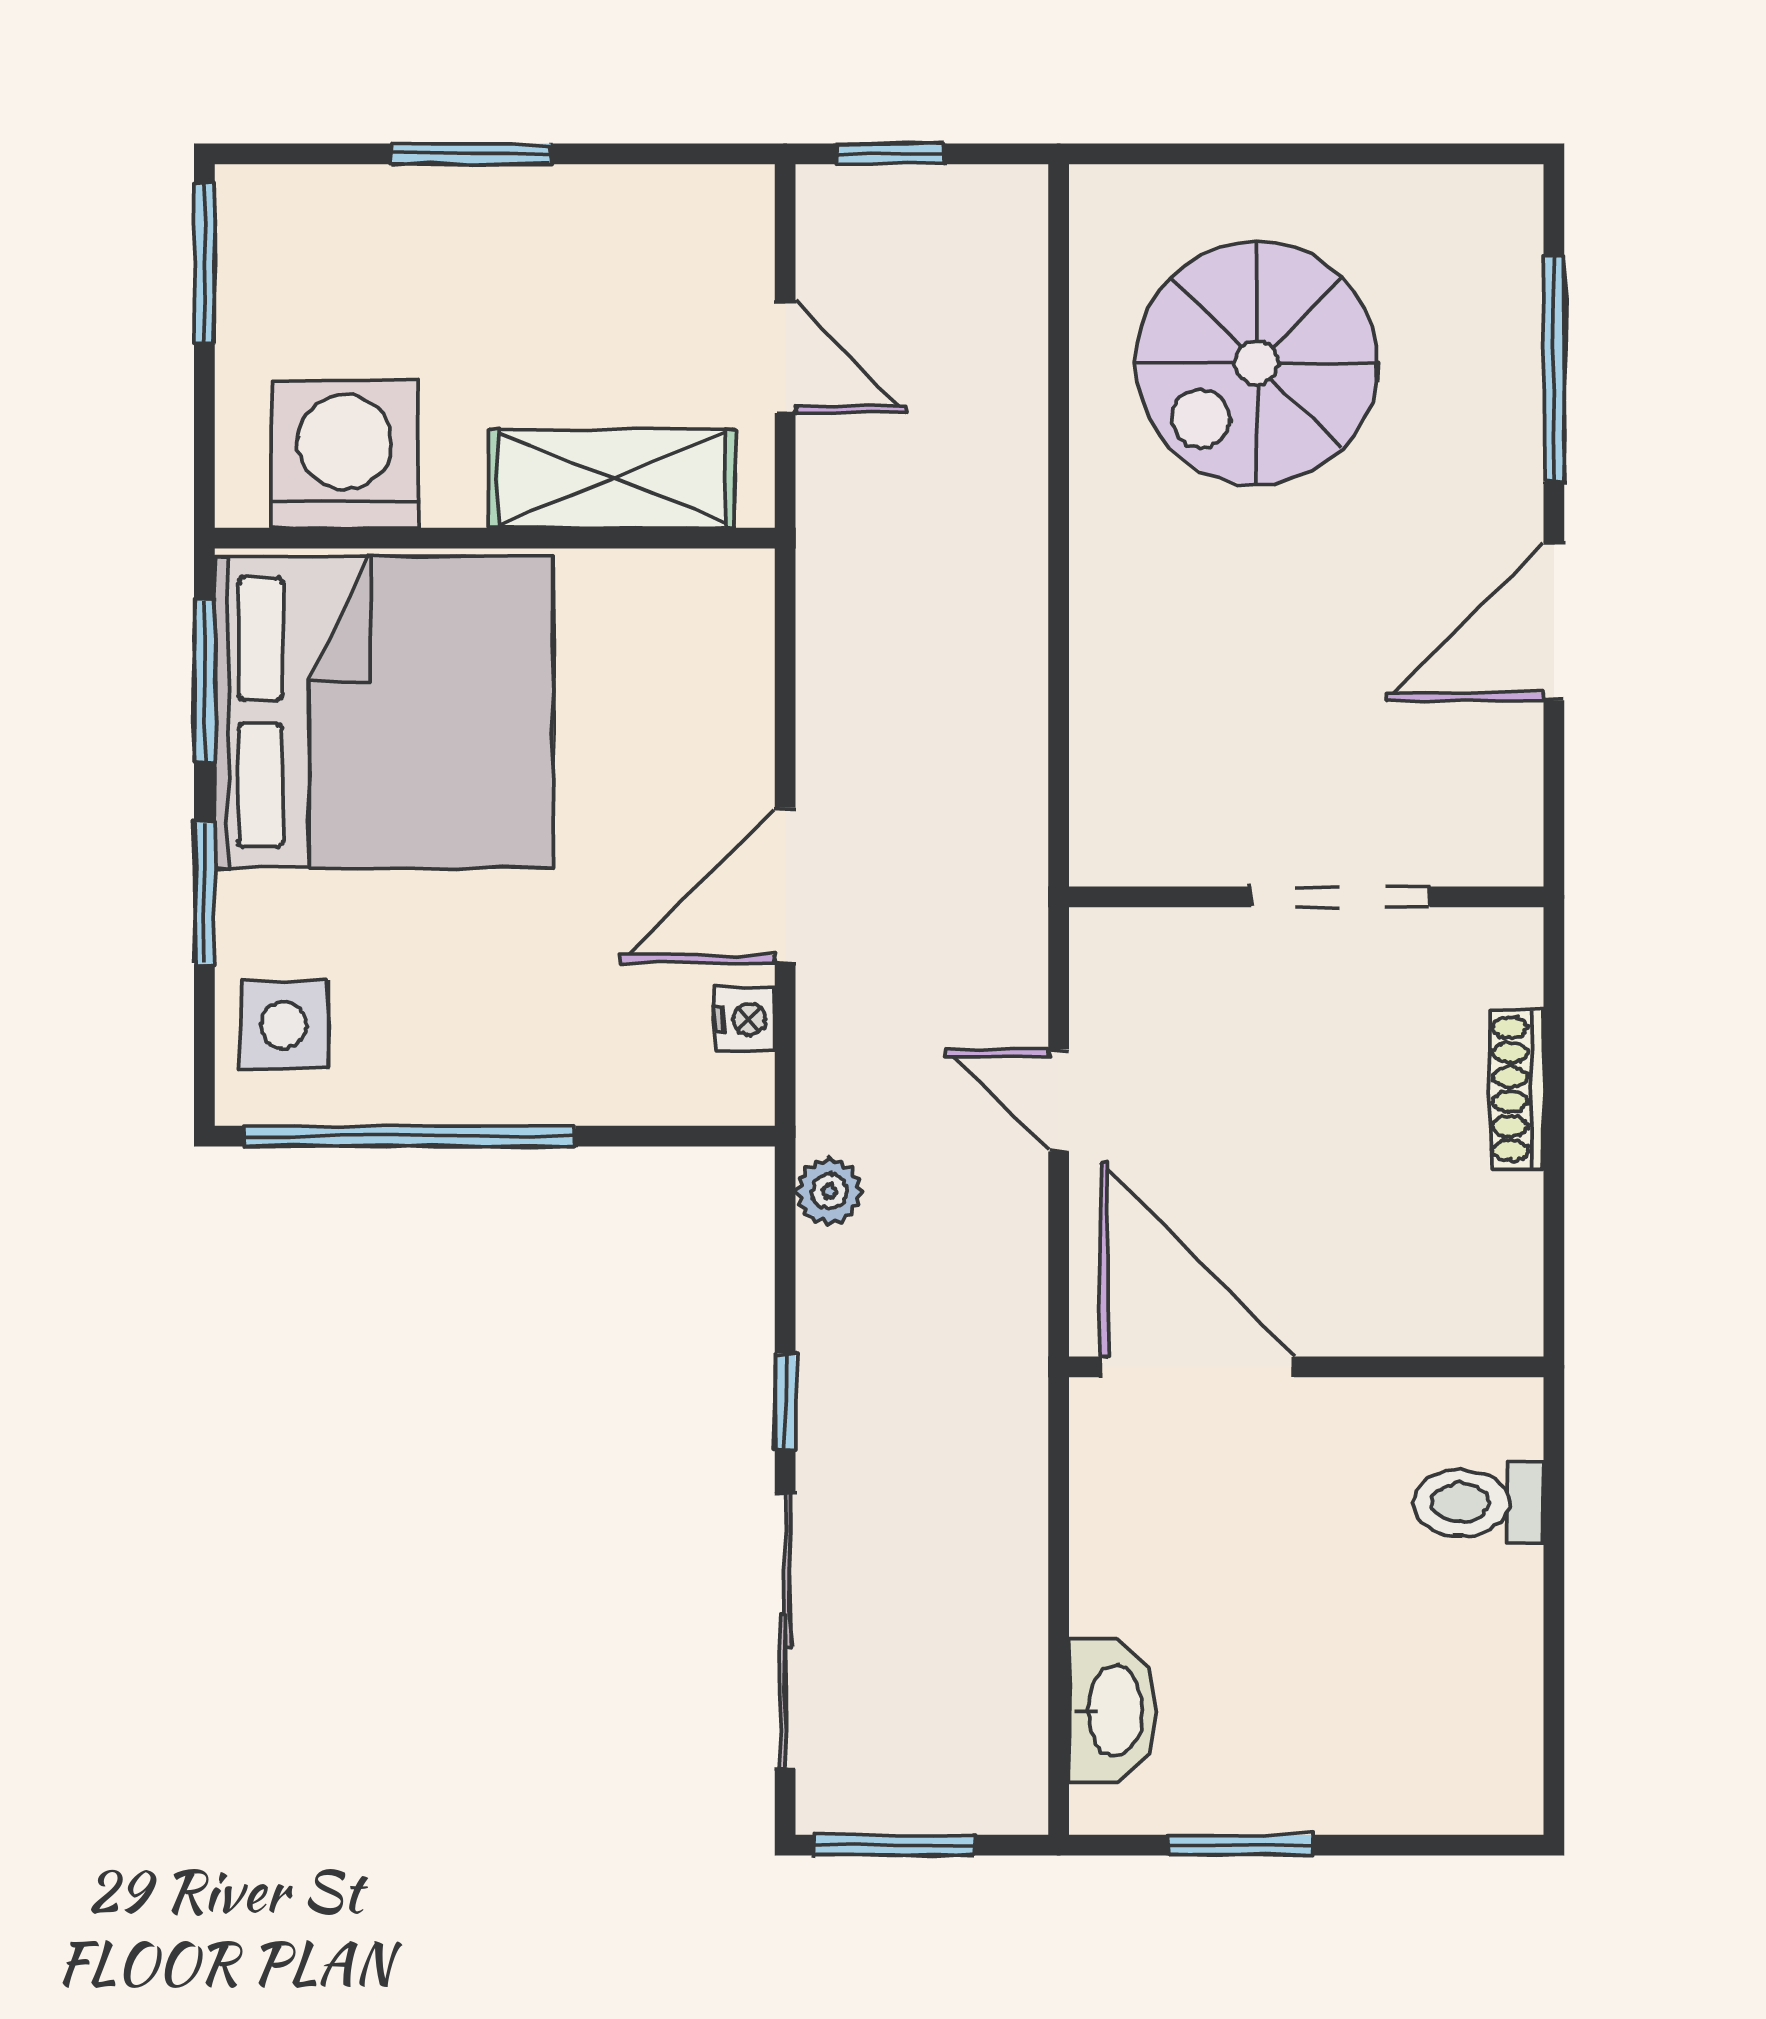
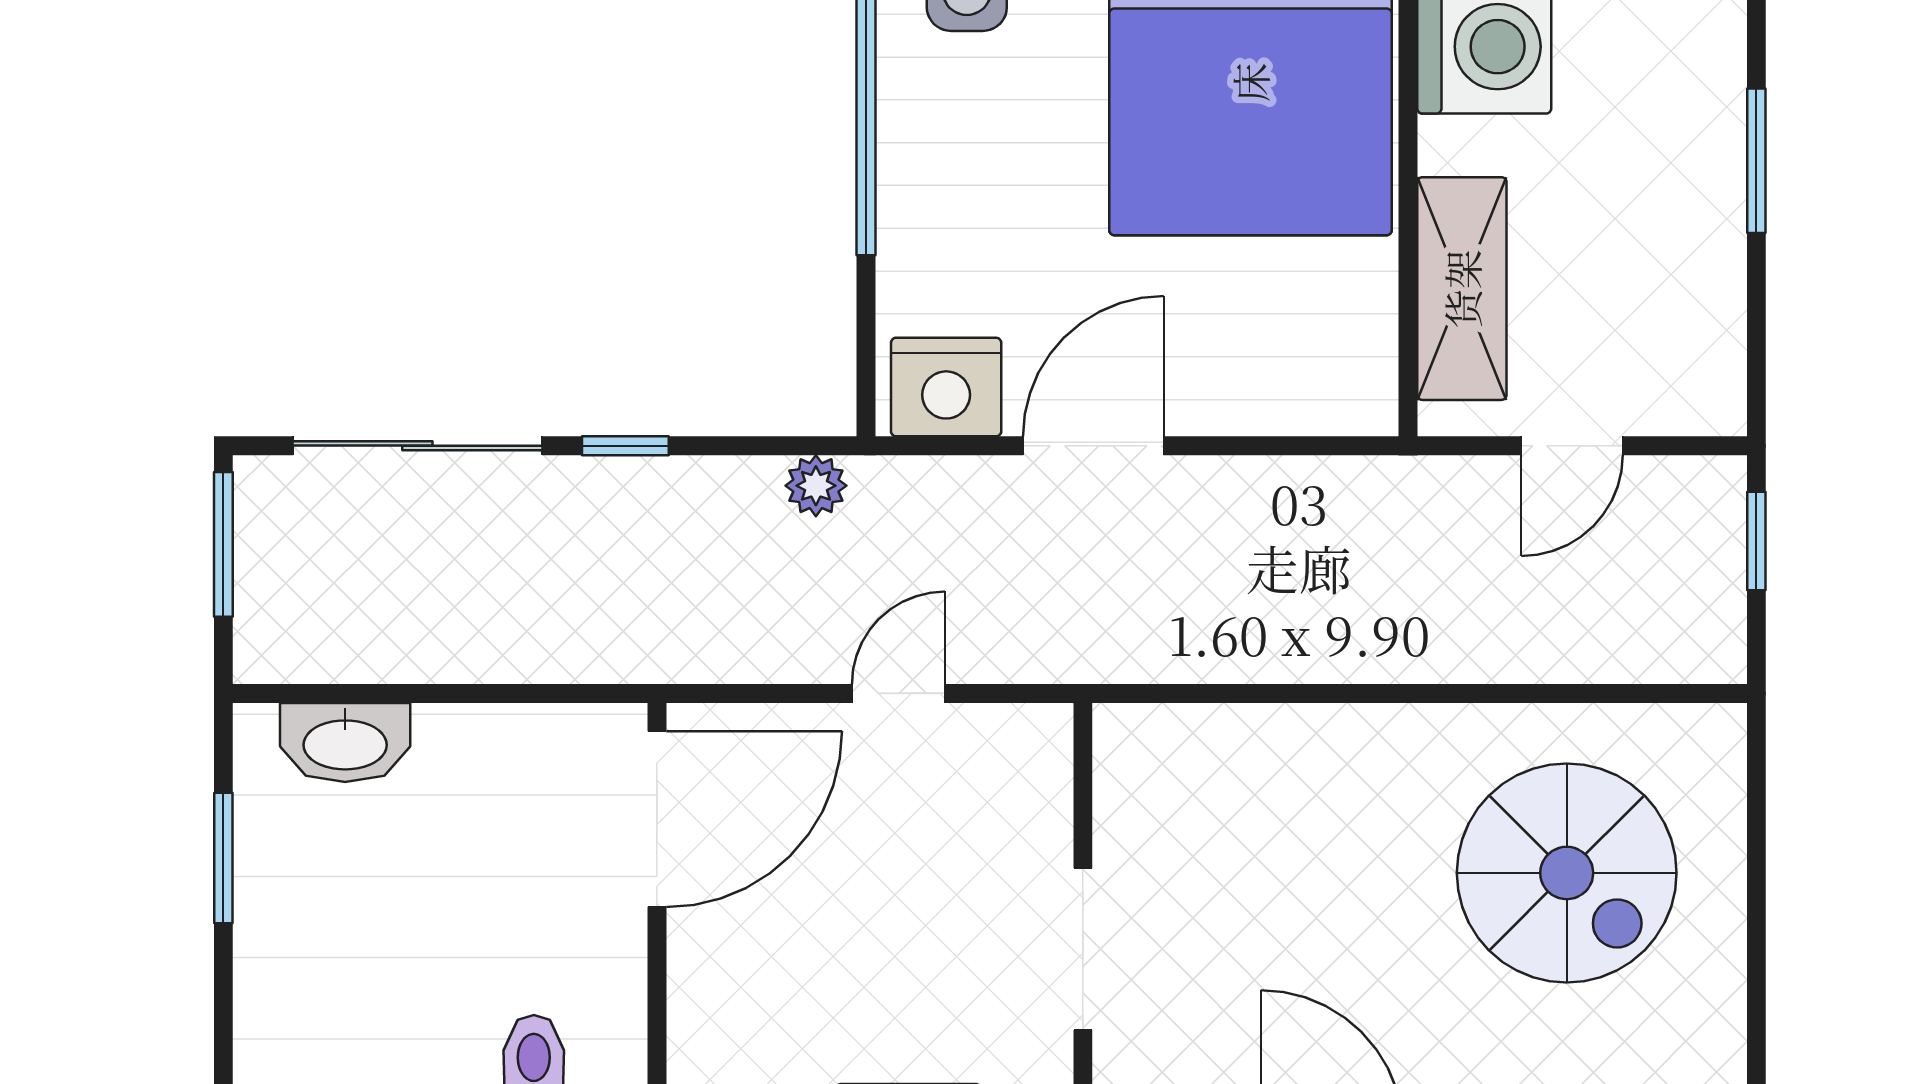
spiral stairs: (1257, 363) -> (1567, 873), turned 180
door: (785, 885) -> (1093, 446), hinge flipped
nightstand: (745, 1019) -> (946, 387), width x1.89, depth x1.79

